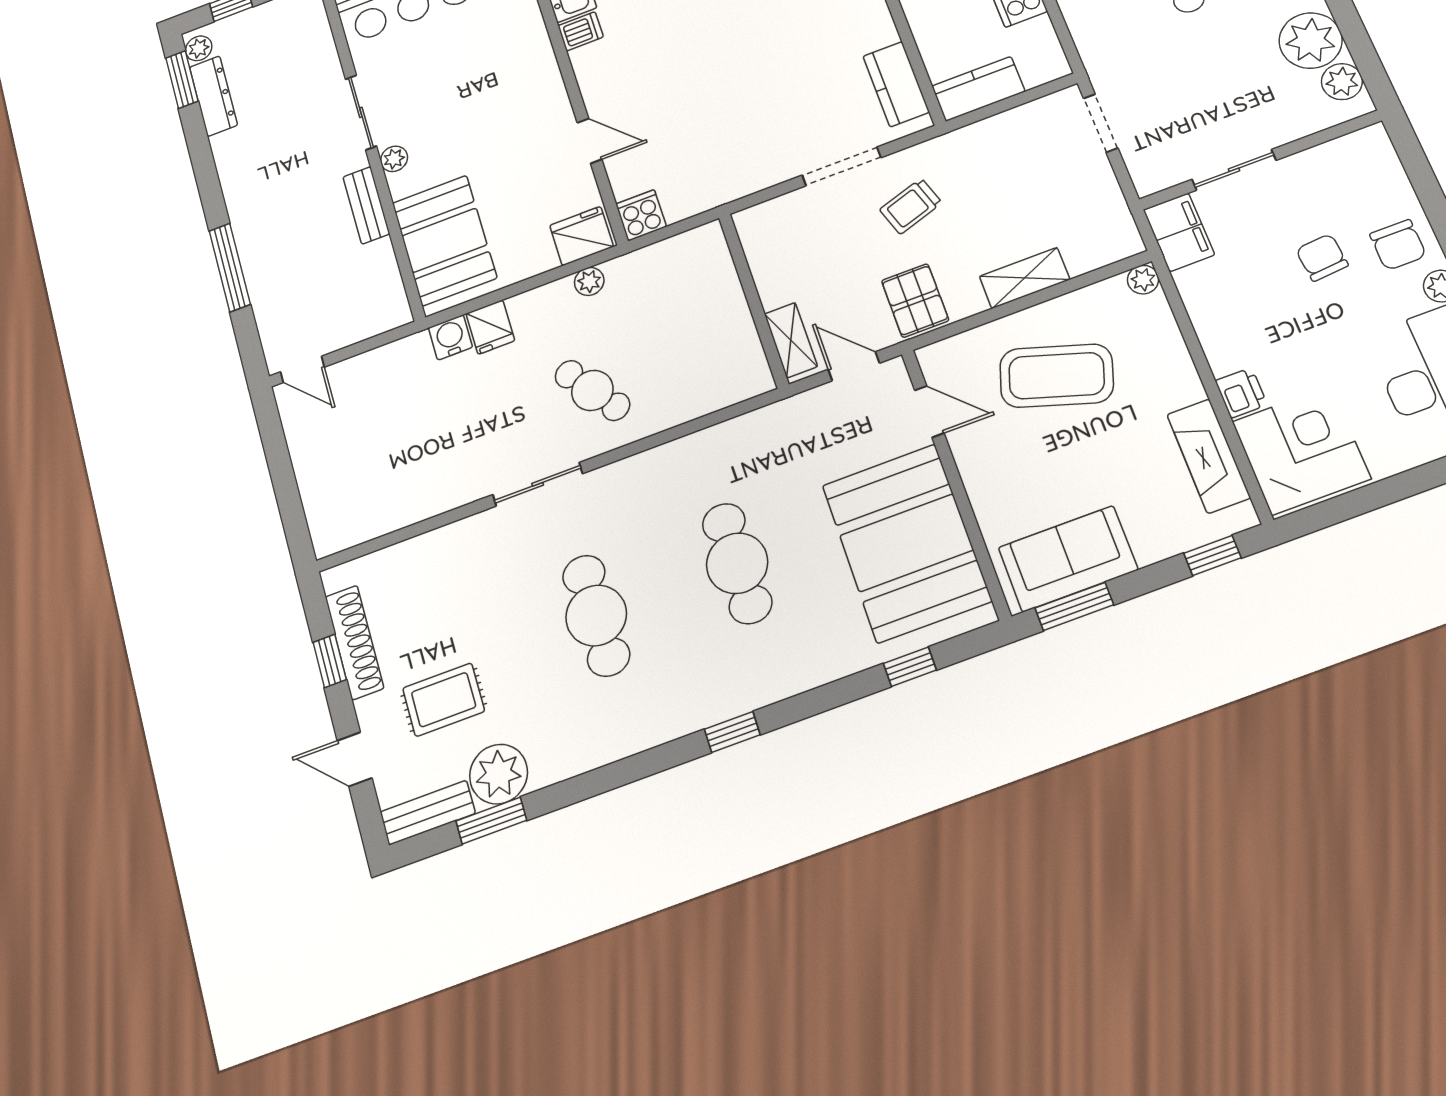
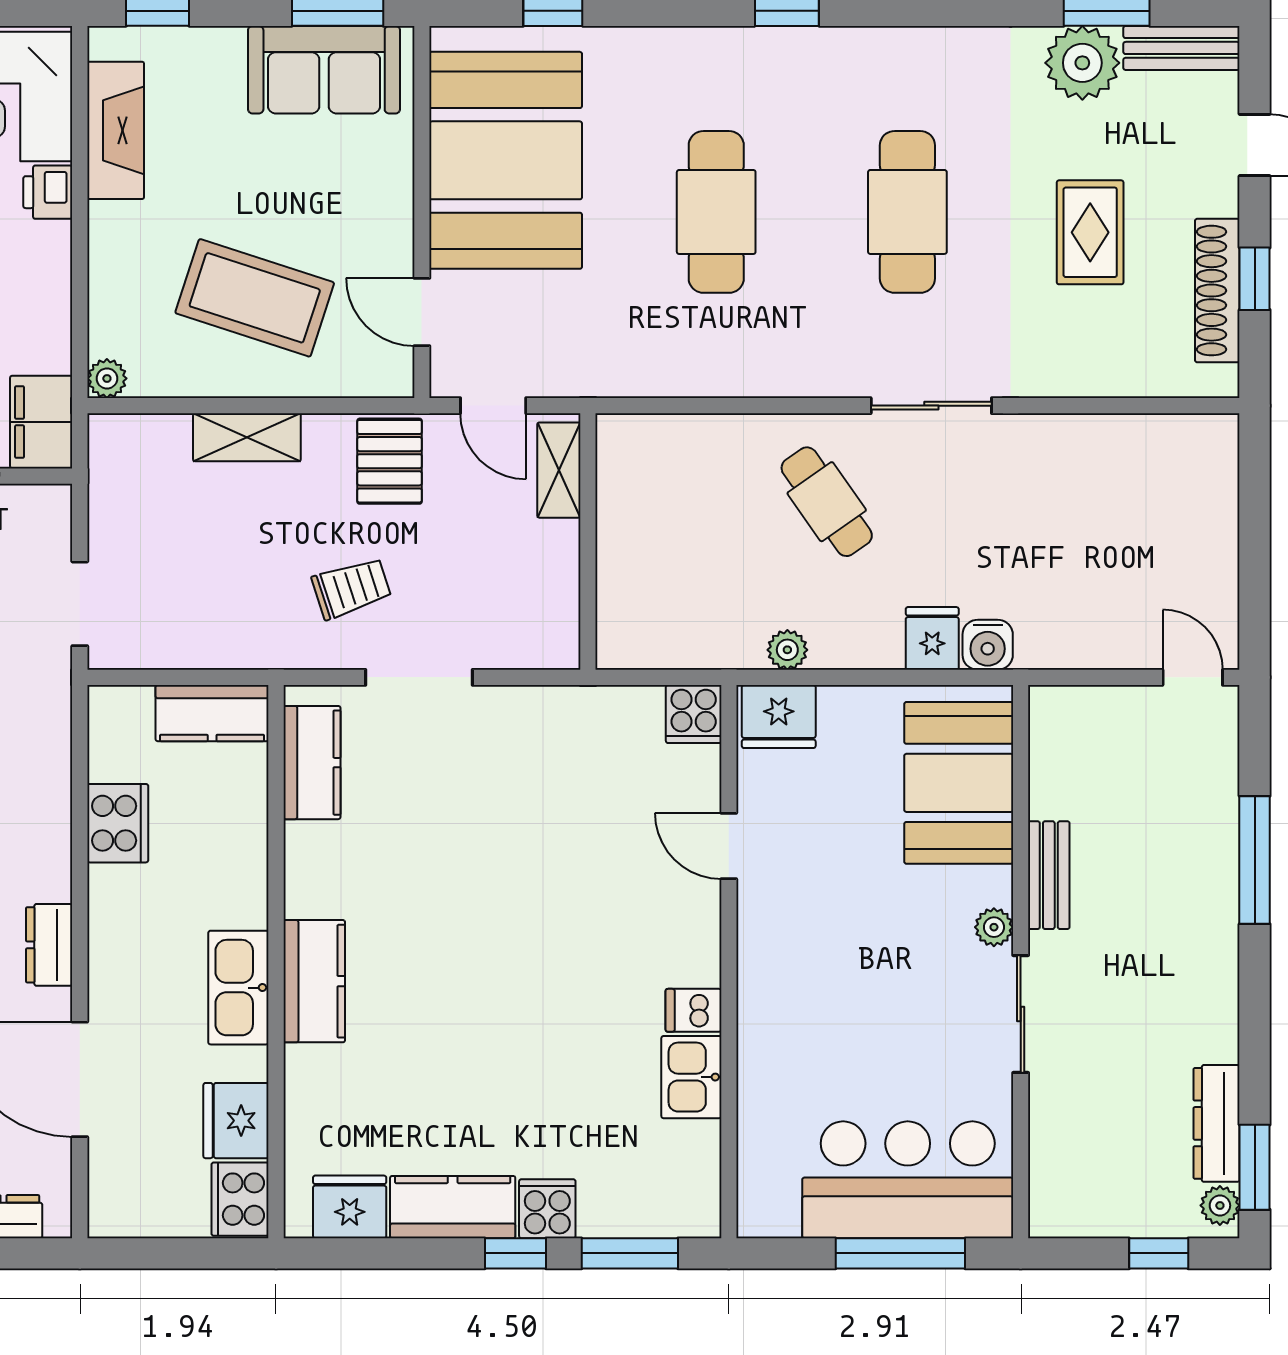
rug: (444, 700) -> (1090, 232), moved, turned 90

